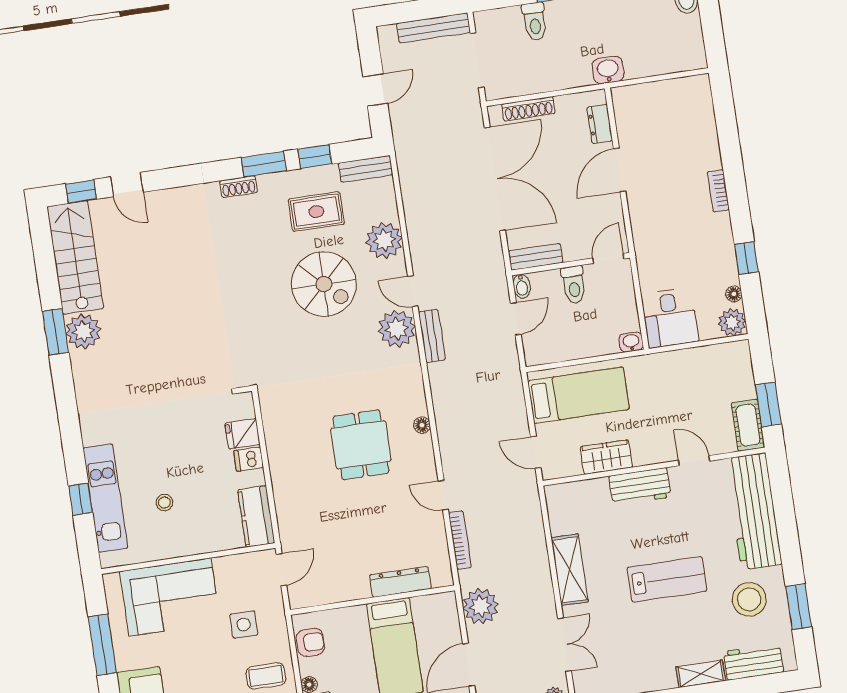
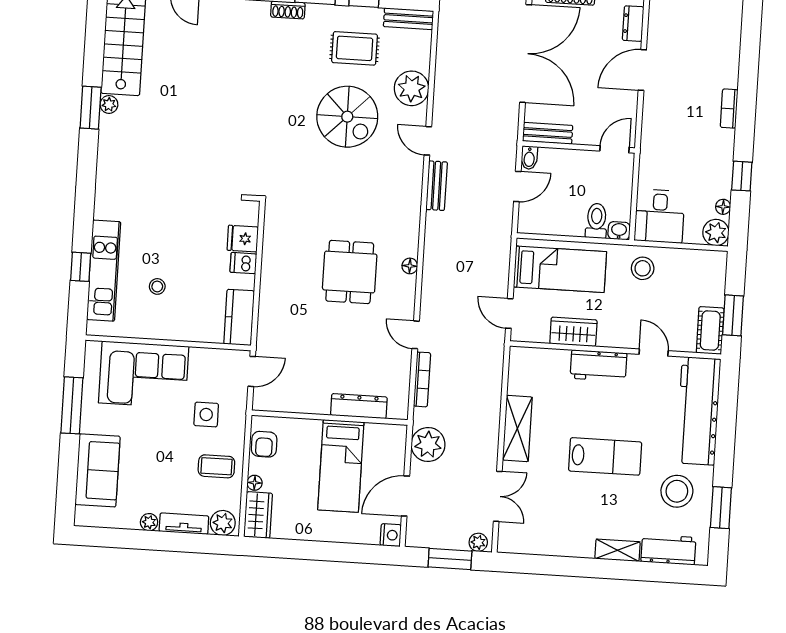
toilet: (574, 285) -> (596, 221), moved, turned 180
plant: (397, 329) -> (406, 172), removed
plant: (83, 331) -> (109, 104), width x0.53, depth x0.53
stool: (664, 376) -> (643, 268), added
armchair: (310, 642) -> (264, 444), turned 90

